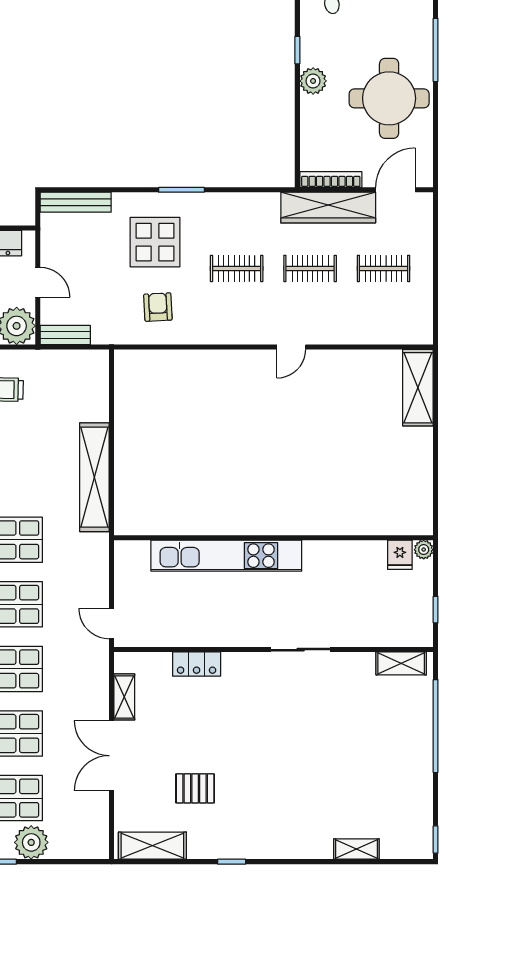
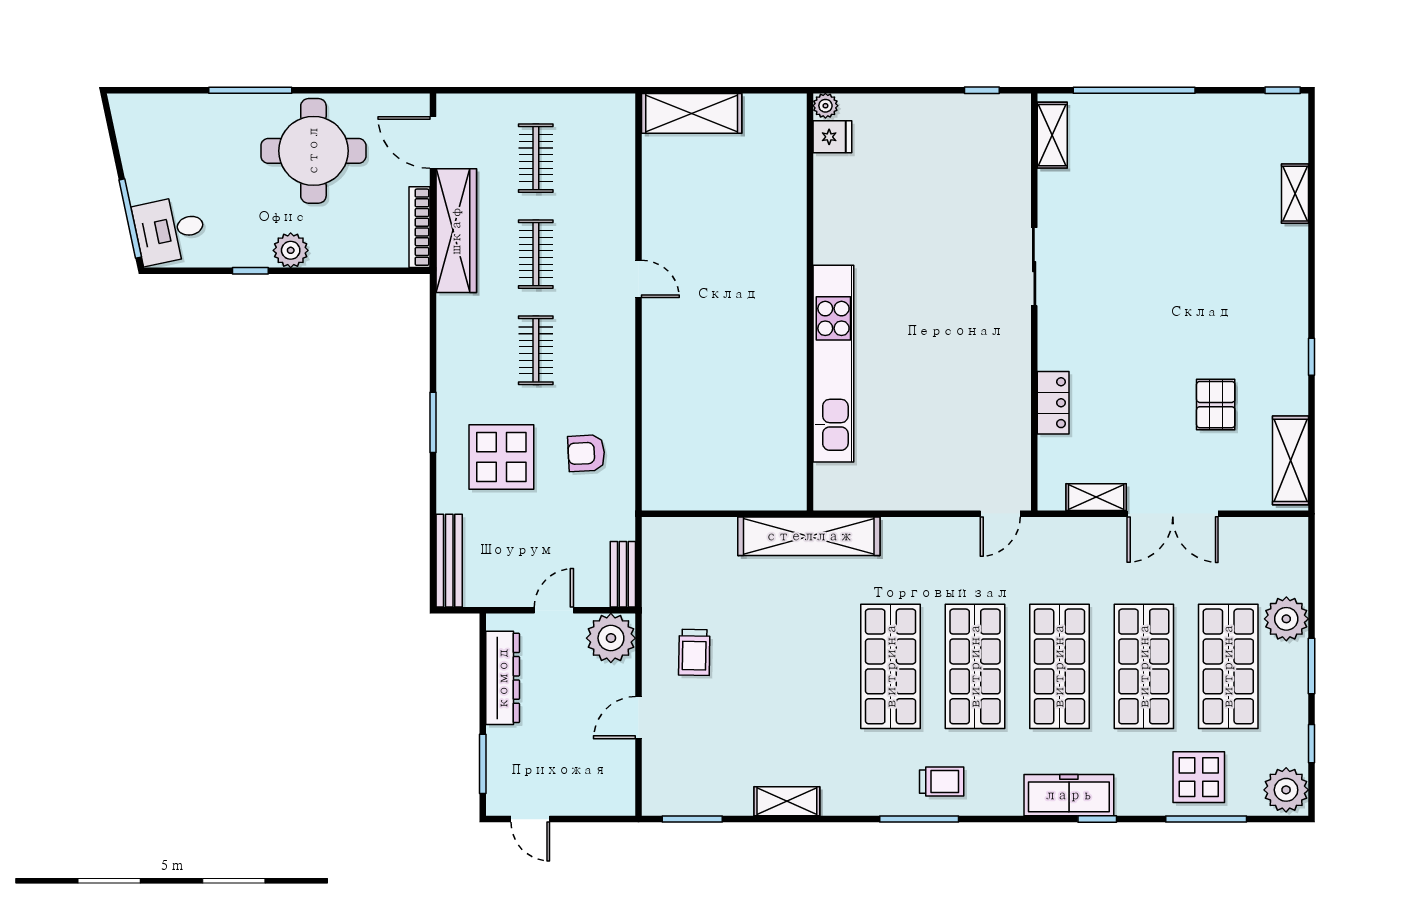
wall: (274, 538) -> (810, 302), moved
plant: (424, 550) -> (825, 106), moved
fridge: (400, 555) -> (832, 137), moved
kitchen unit: (226, 556) -> (833, 364), moved

